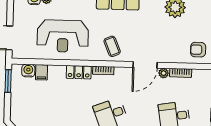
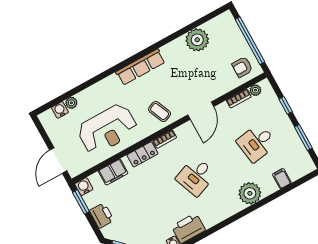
water cooler: (28, 71) -> (84, 187), moved
filing cabinet: (41, 72) -> (113, 172), width x2.00
plant: (164, 73) -> (255, 90), moved
printer: (18, 101) -> (102, 215), added

